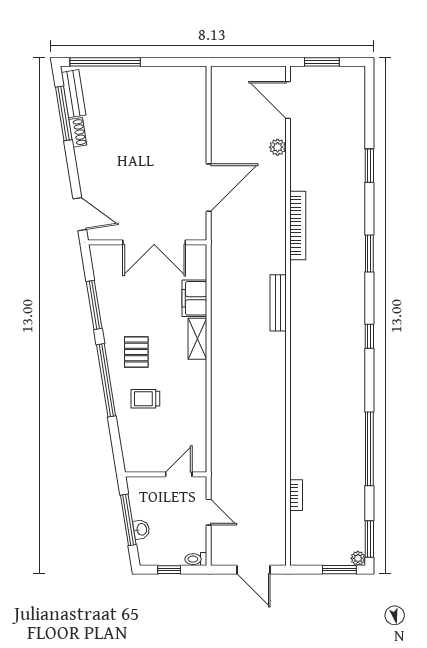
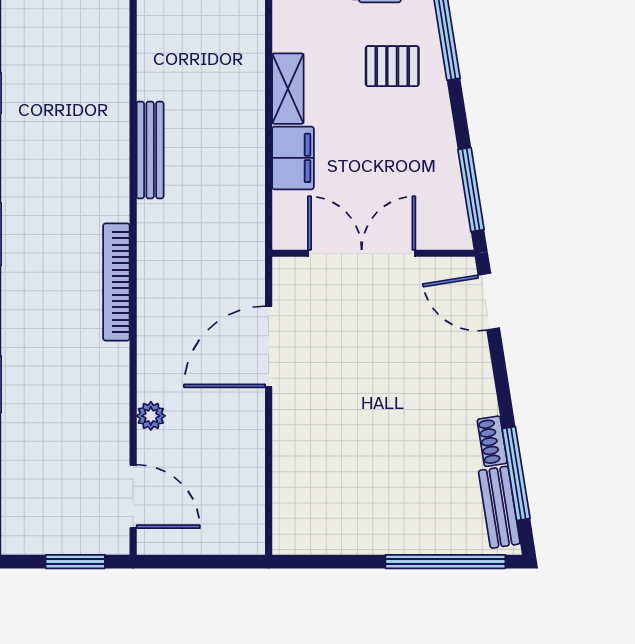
window: (94, 305) -> (471, 190), moved
pallet: (136, 352) -> (392, 66), turned 90

